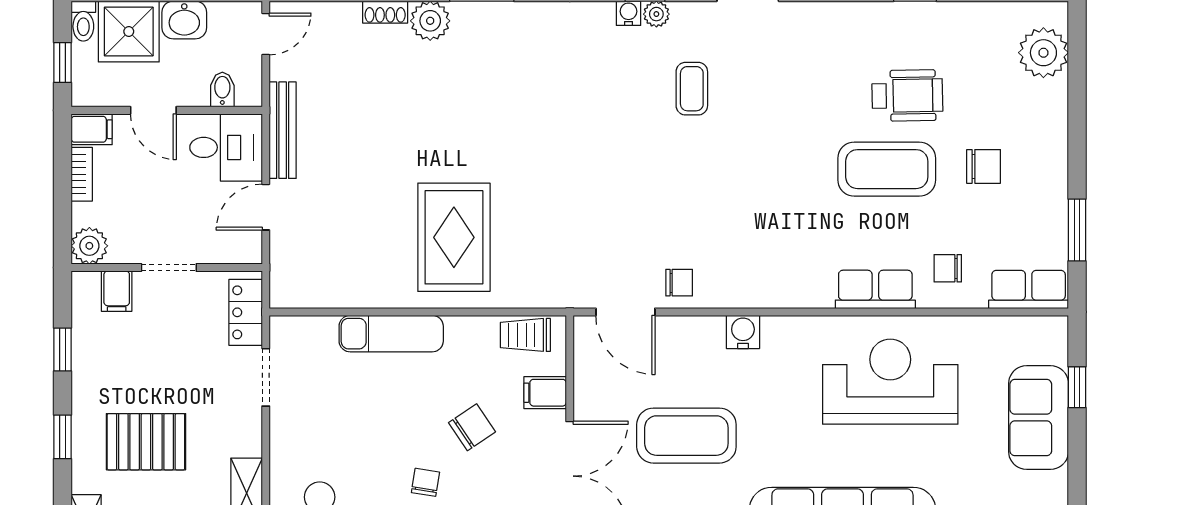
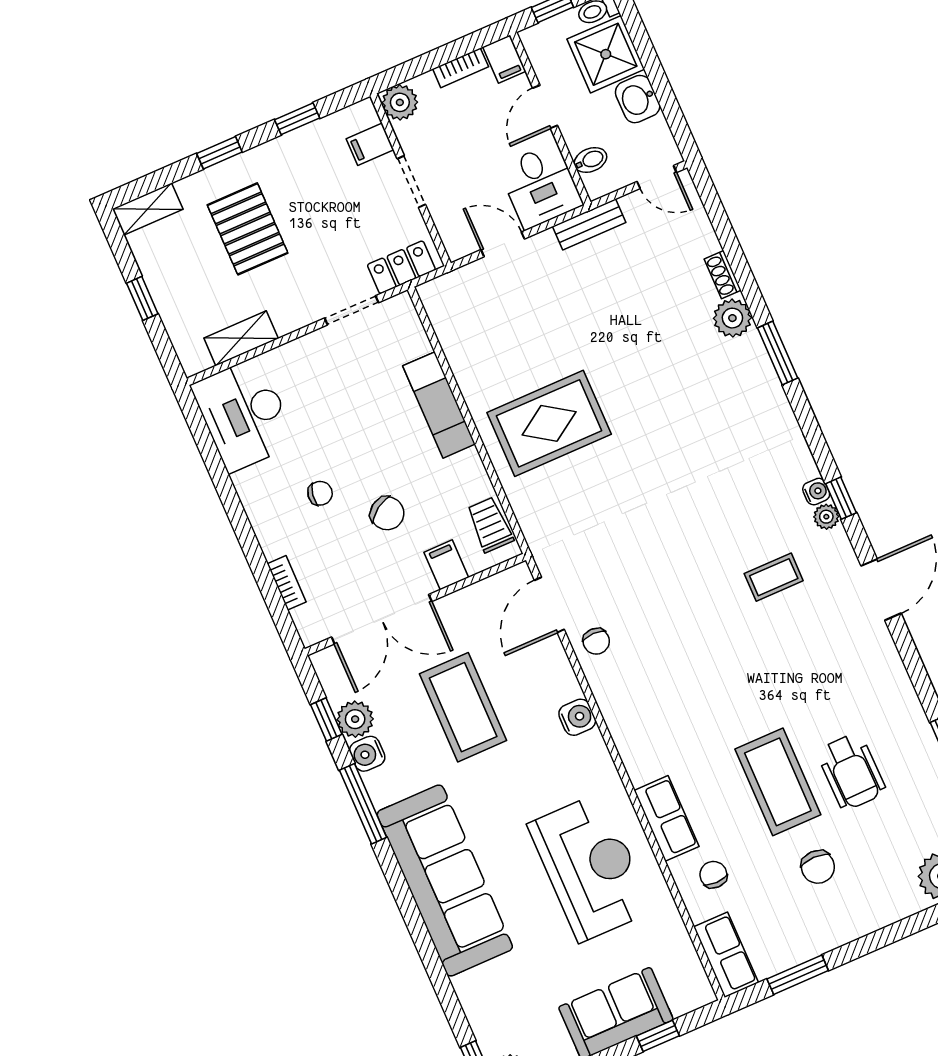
bench: (283, 130) -> (589, 224), width x0.73

